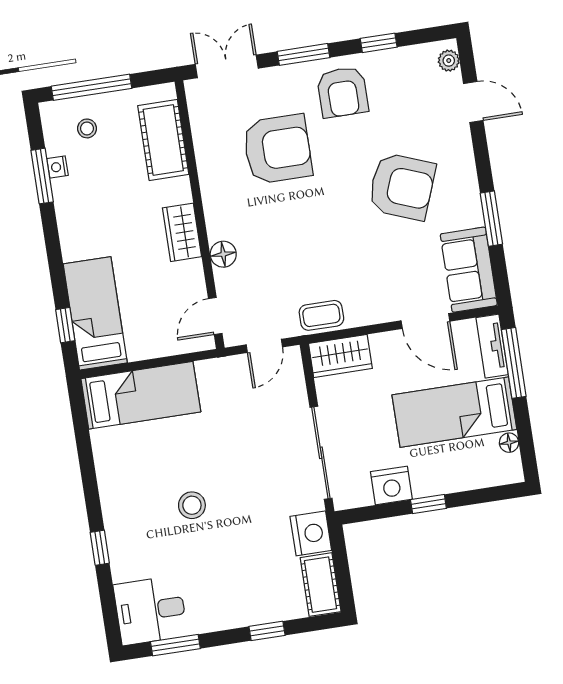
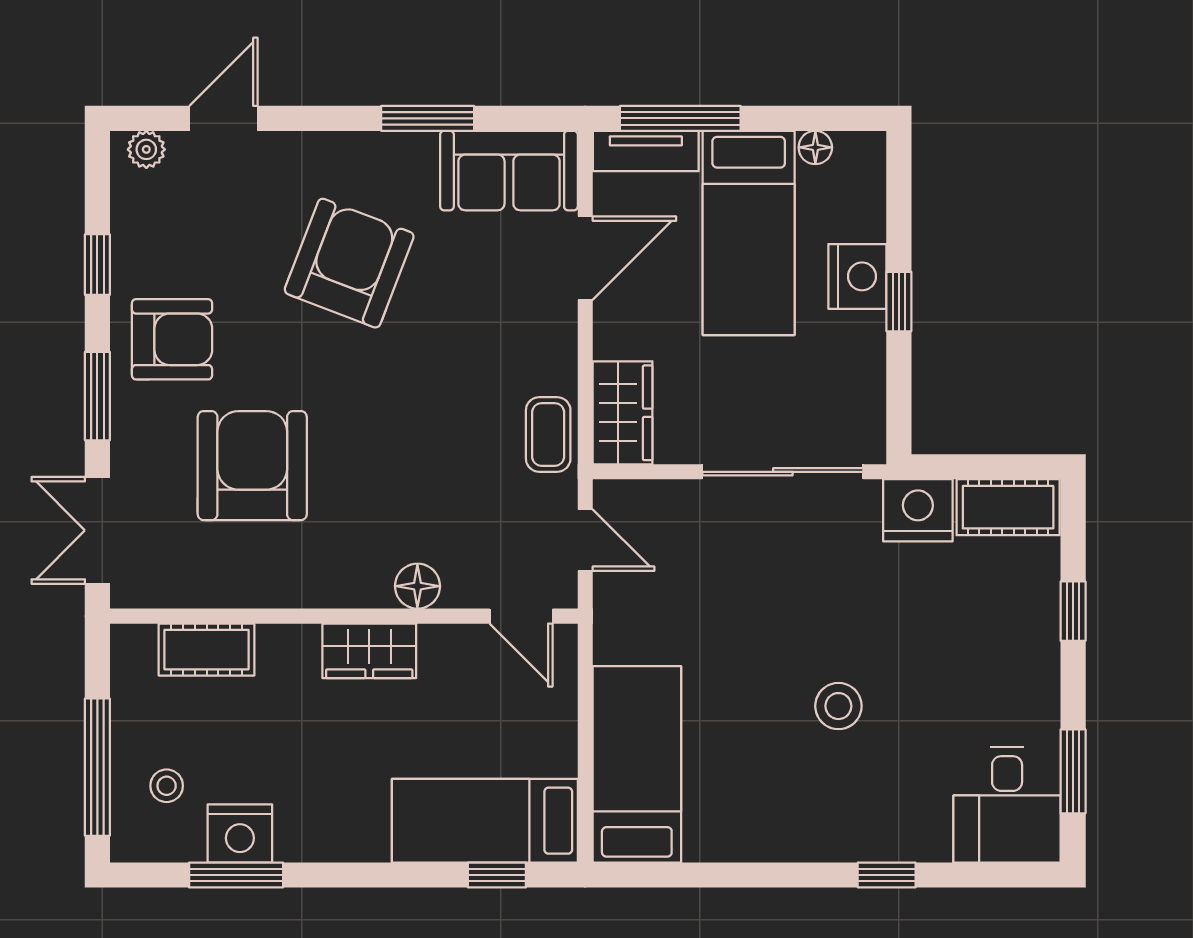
cot: (163, 140) -> (207, 650), width x0.73, depth x0.75
nightstand: (58, 167) -> (240, 833), width x1.89, depth x1.79
nightstand: (391, 485) -> (857, 276), moved

